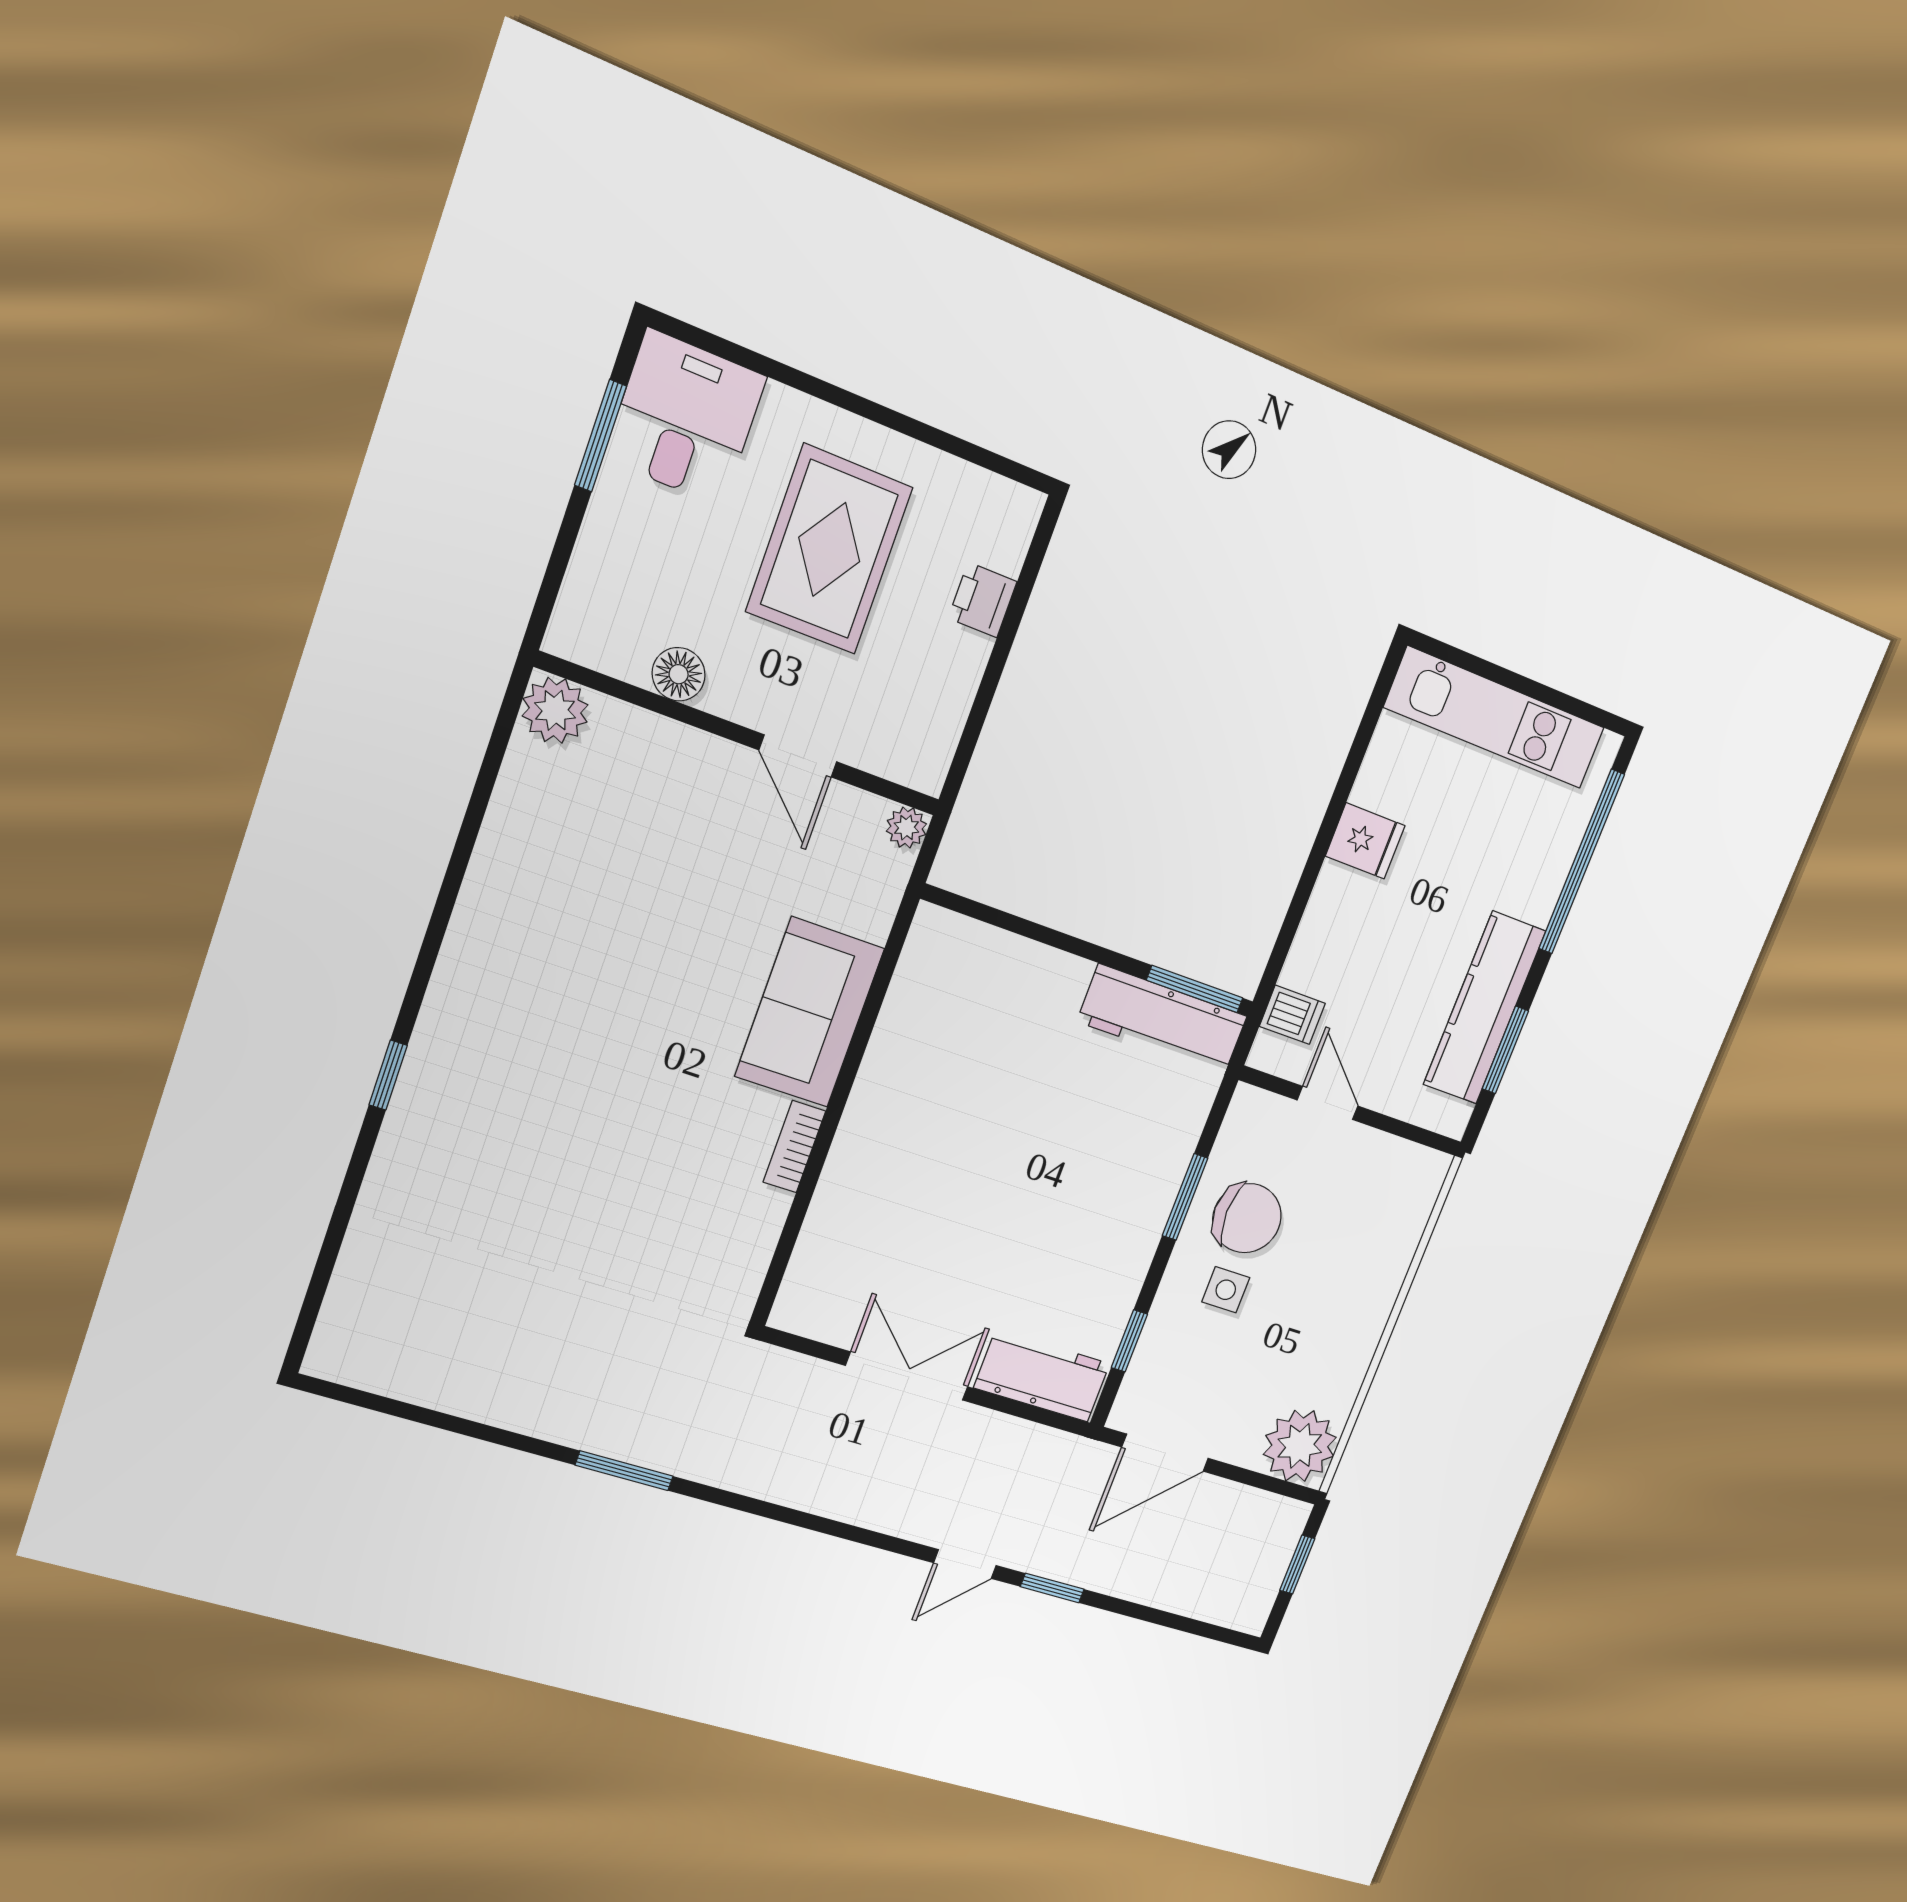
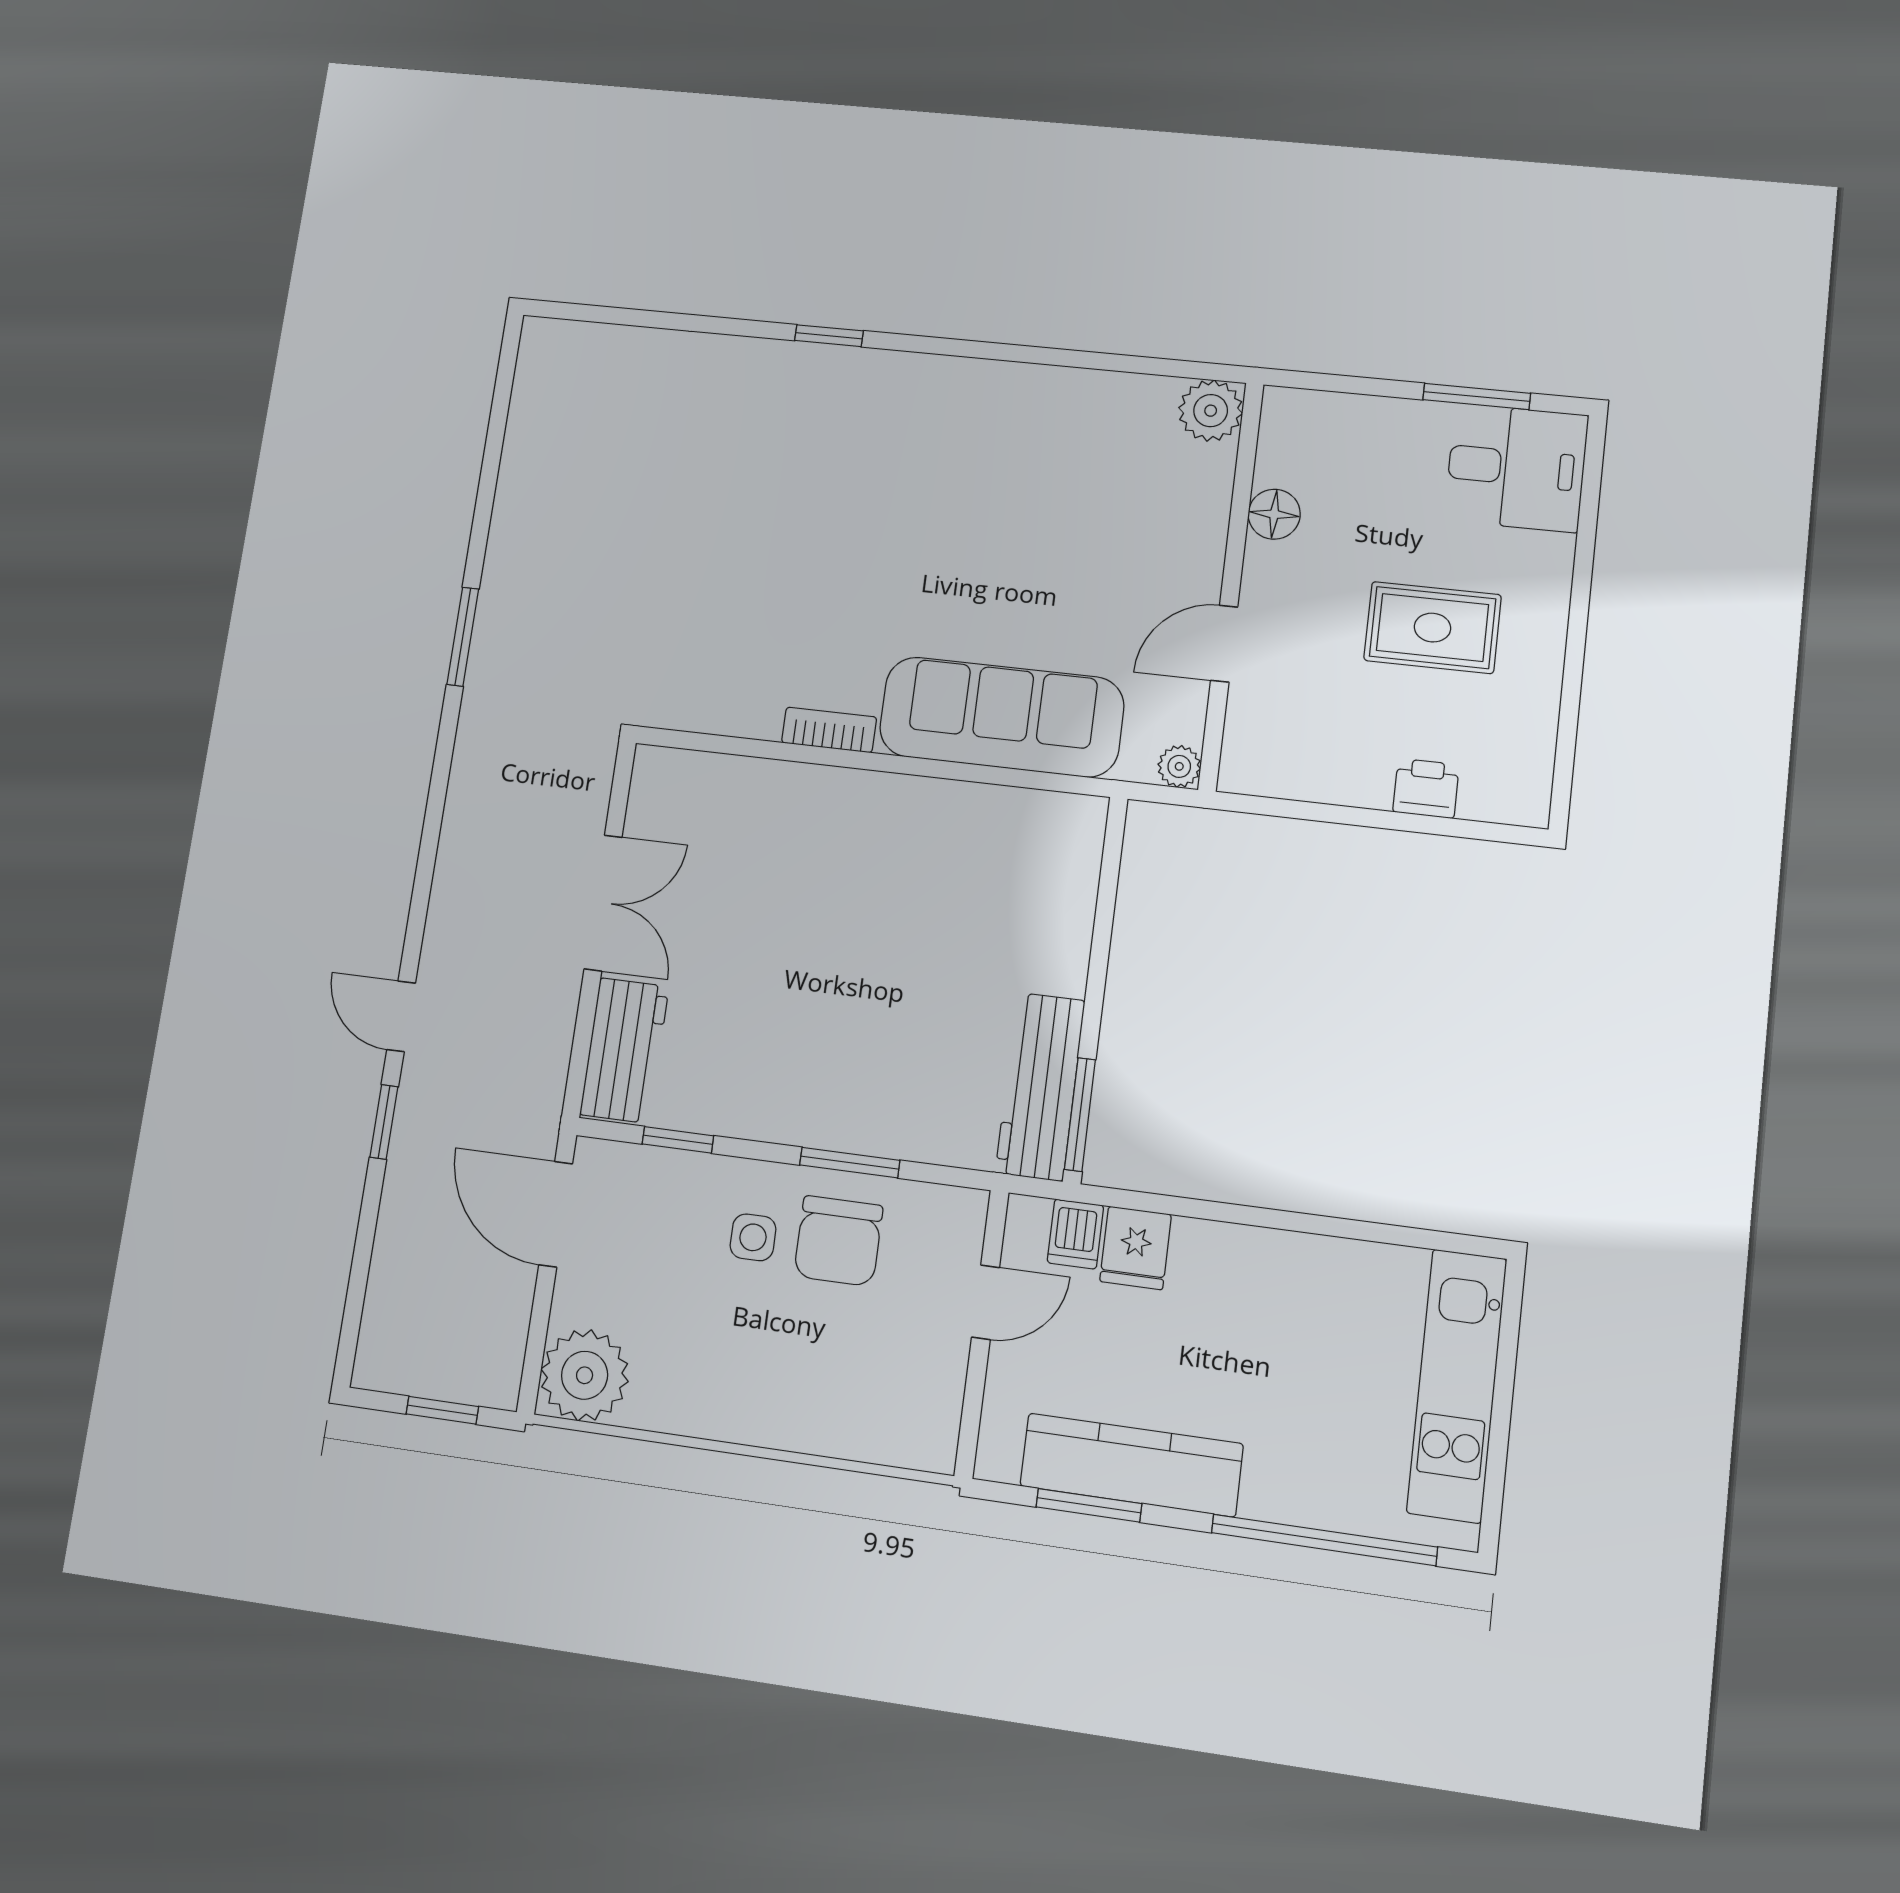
rug: (829, 549) -> (1432, 628), width x0.73, depth x0.70
fridge: (1365, 841) -> (1135, 1248), moved
sofa: (809, 1012) -> (1002, 717), width x1.36

